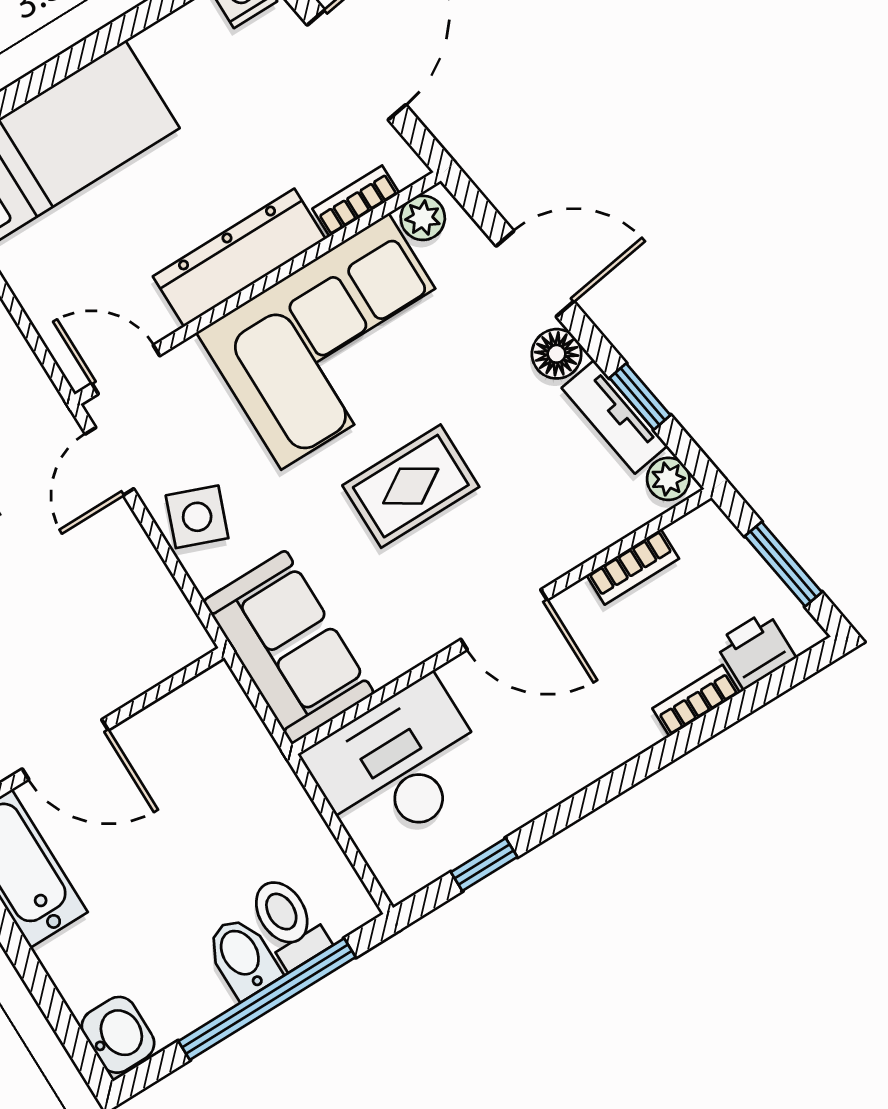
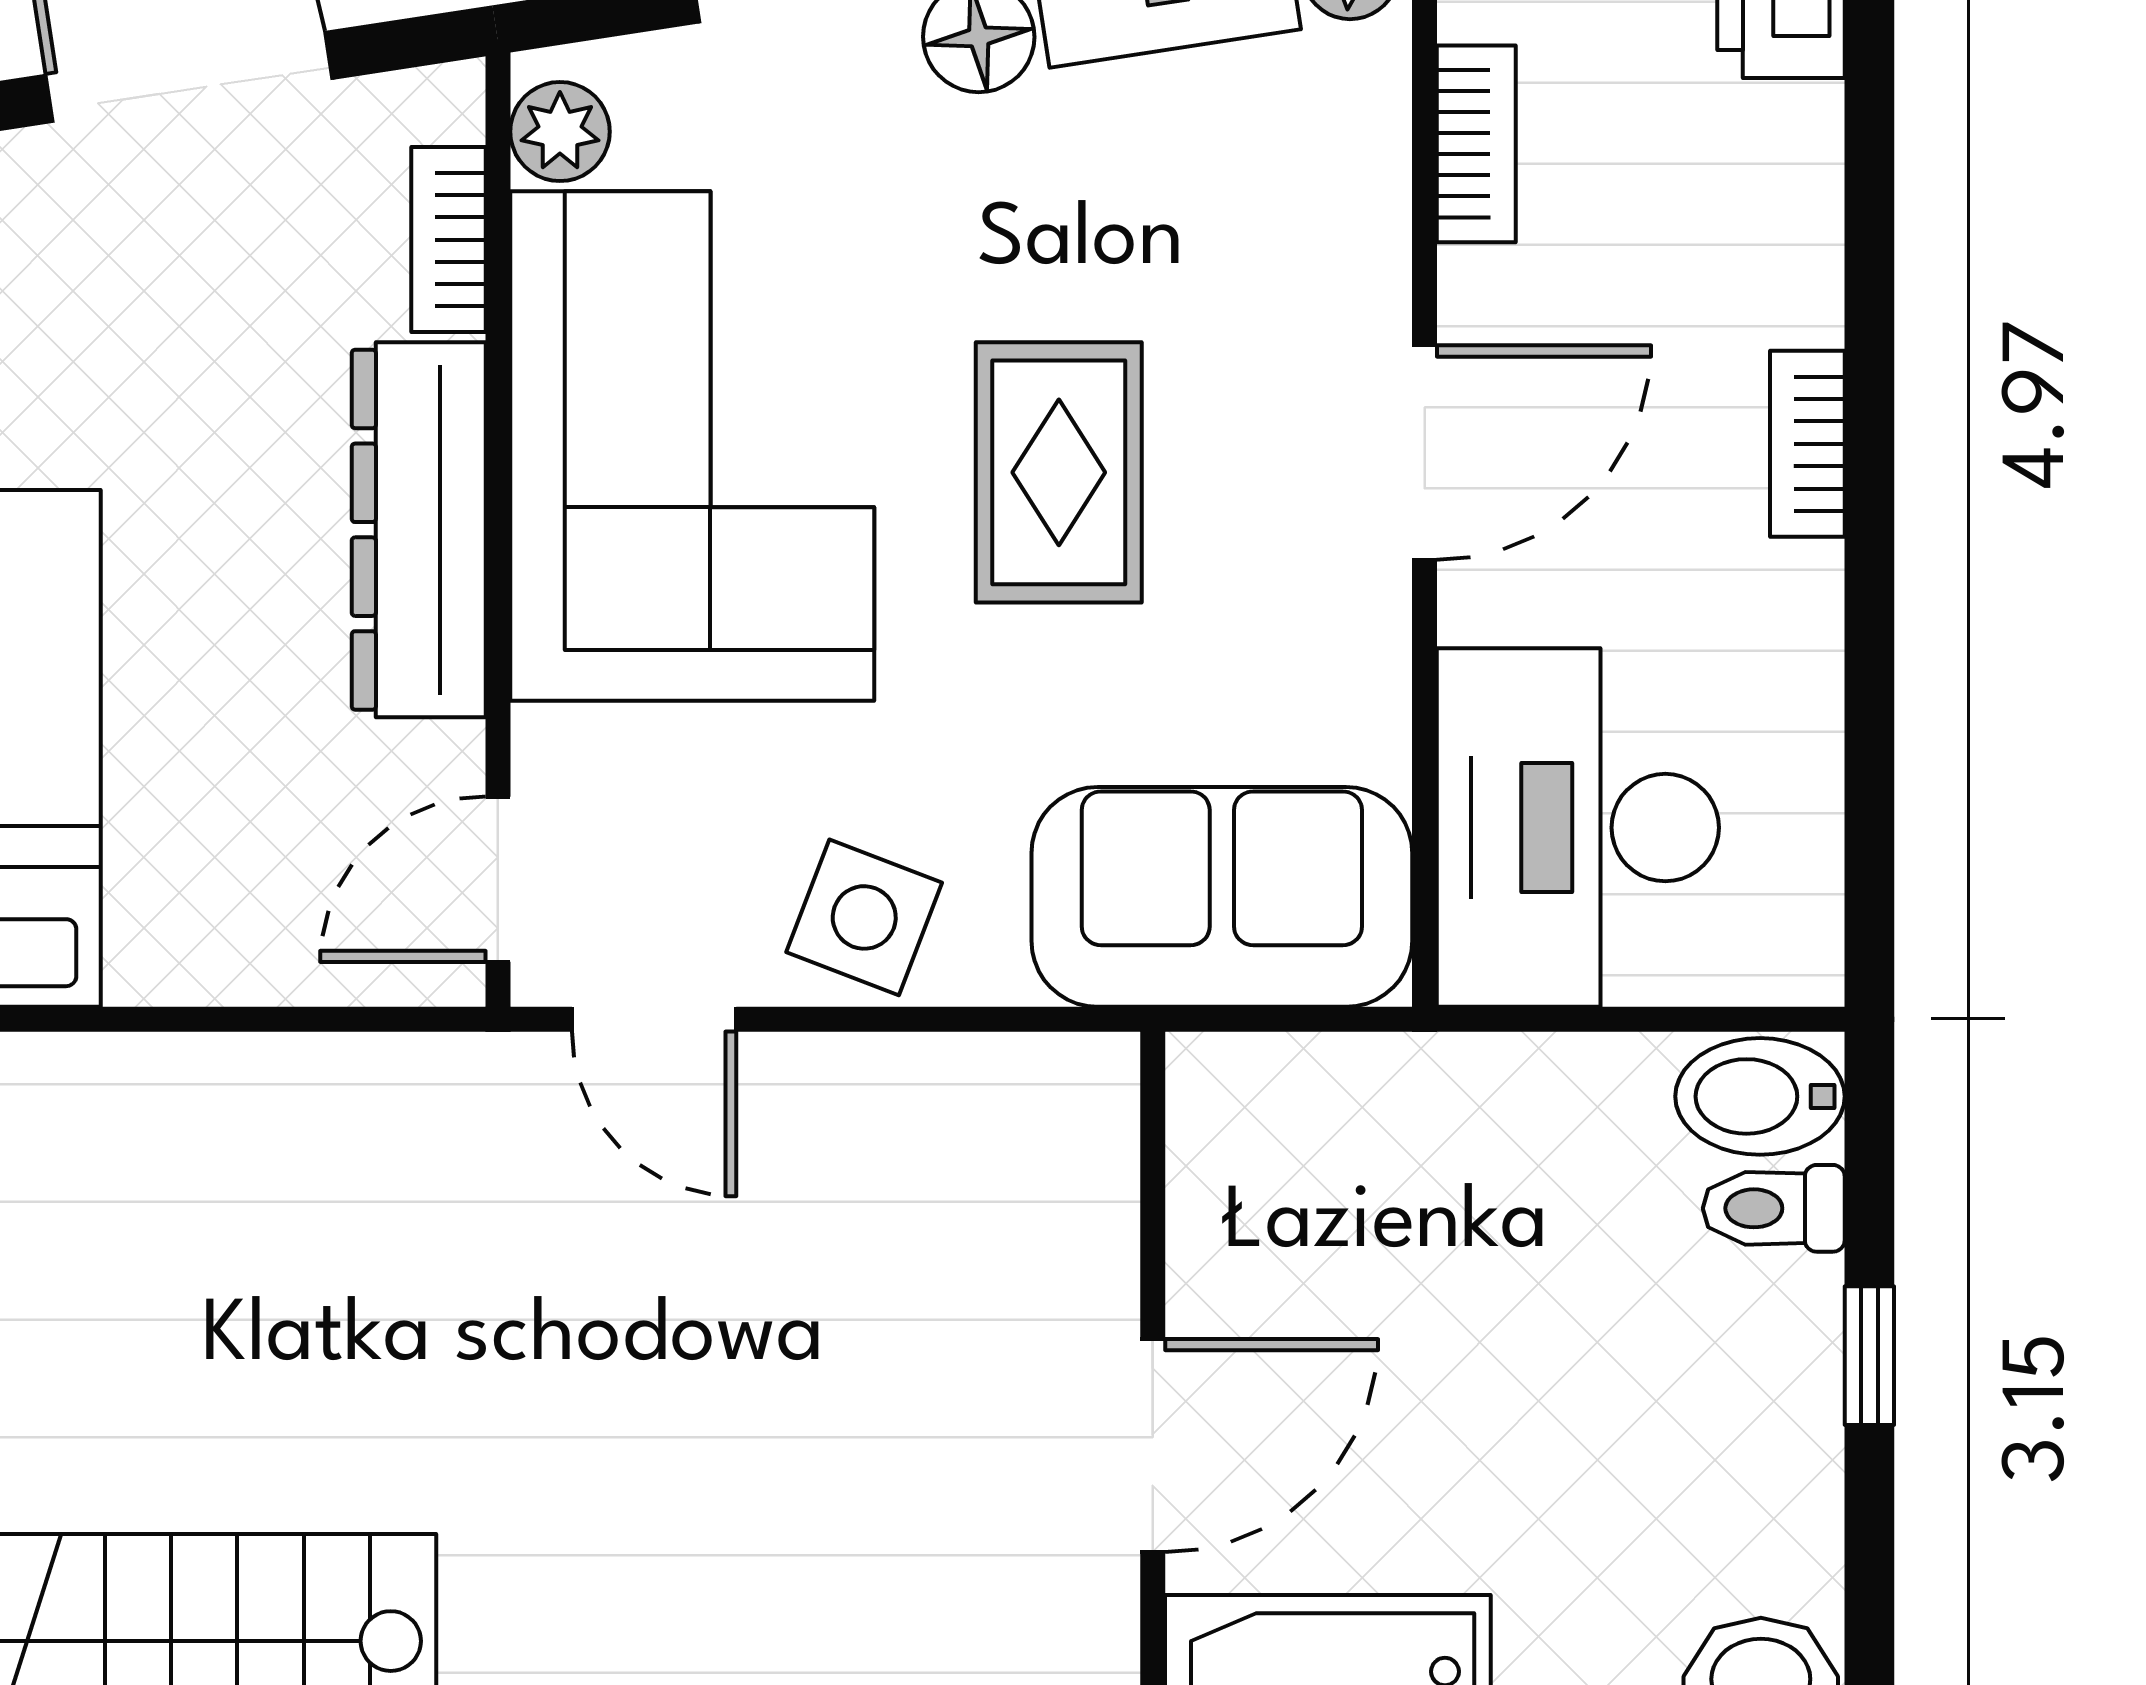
bookcase: (696, 701) -> (1807, 444), moved
window: (484, 865) -> (1869, 781), removed
toilet: (288, 922) -> (1774, 1208), width x0.73, depth x0.72
bidet: (243, 957) -> (1760, 1096), moved
window: (267, 999) -> (1869, 1356), width x0.32

